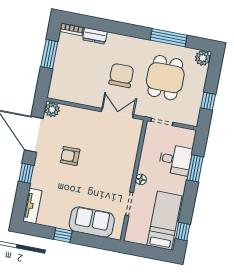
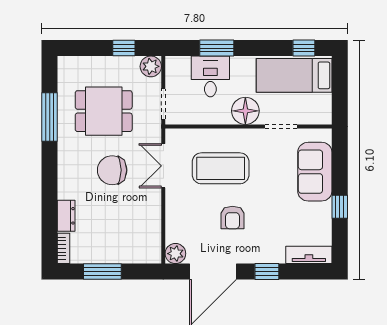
plant: (203, 58) -> (151, 66), moved
coffee table: (107, 154) -> (221, 168), added
floor lamp: (141, 179) -> (245, 111), width x1.89, depth x1.89

